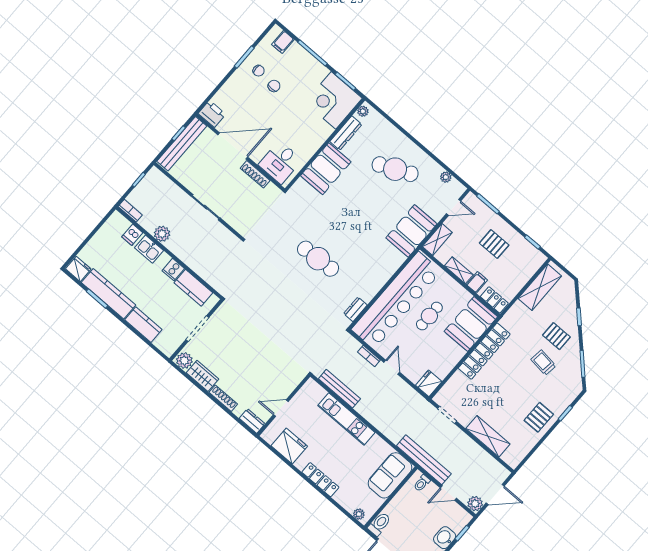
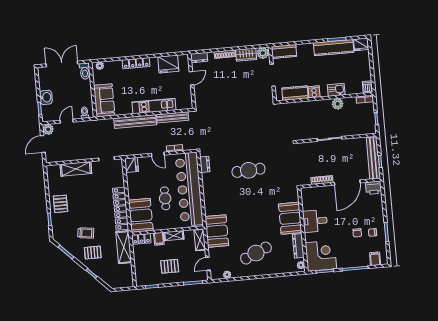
desk: (280, 162) -> (315, 221), moved, turned -90
dishwasher: (132, 235) -> (368, 87), moved
shelving: (540, 287) -> (124, 247), moved
kitchen counter: (143, 325) -> (284, 51), moved
bench: (424, 460) -> (135, 122), moved

